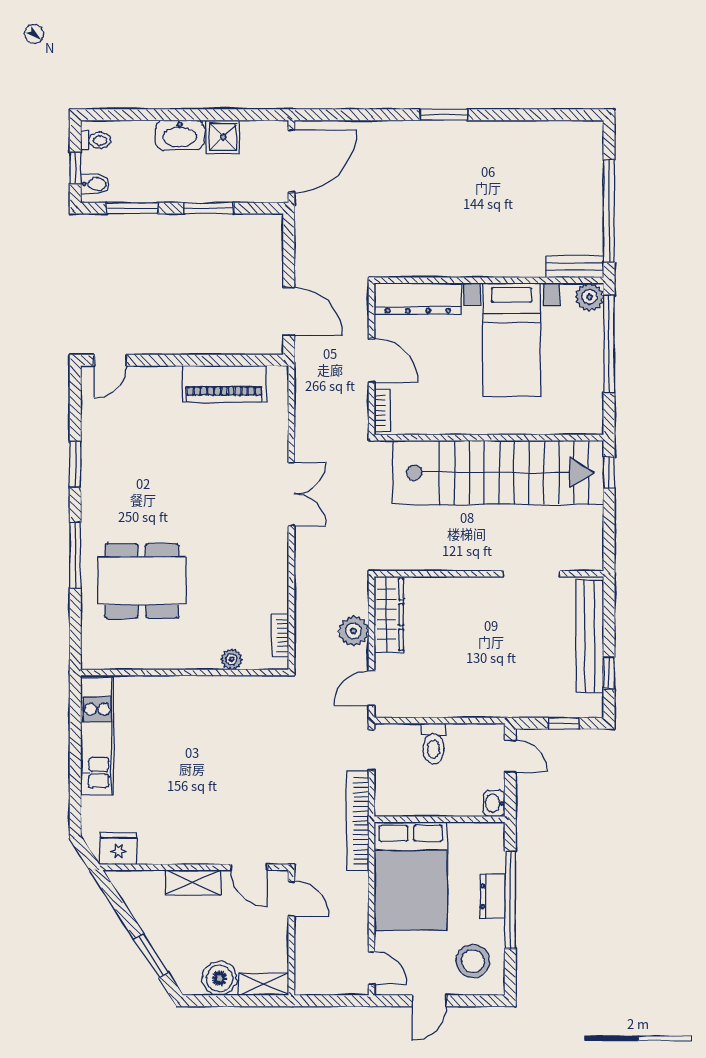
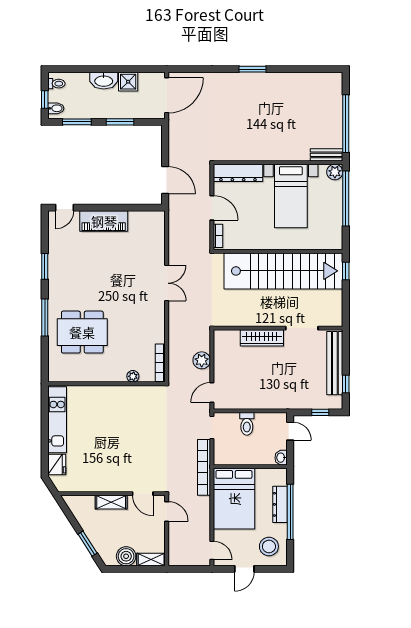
piano: (224, 384) -> (104, 221), moved
wardrobe: (389, 614) -> (262, 338), moved, turned 90
bookcase: (280, 635) -> (160, 363), width x1.56
fridge: (119, 849) -> (57, 464), moved, turned 90
dresser: (492, 896) -> (280, 504), width x1.44

